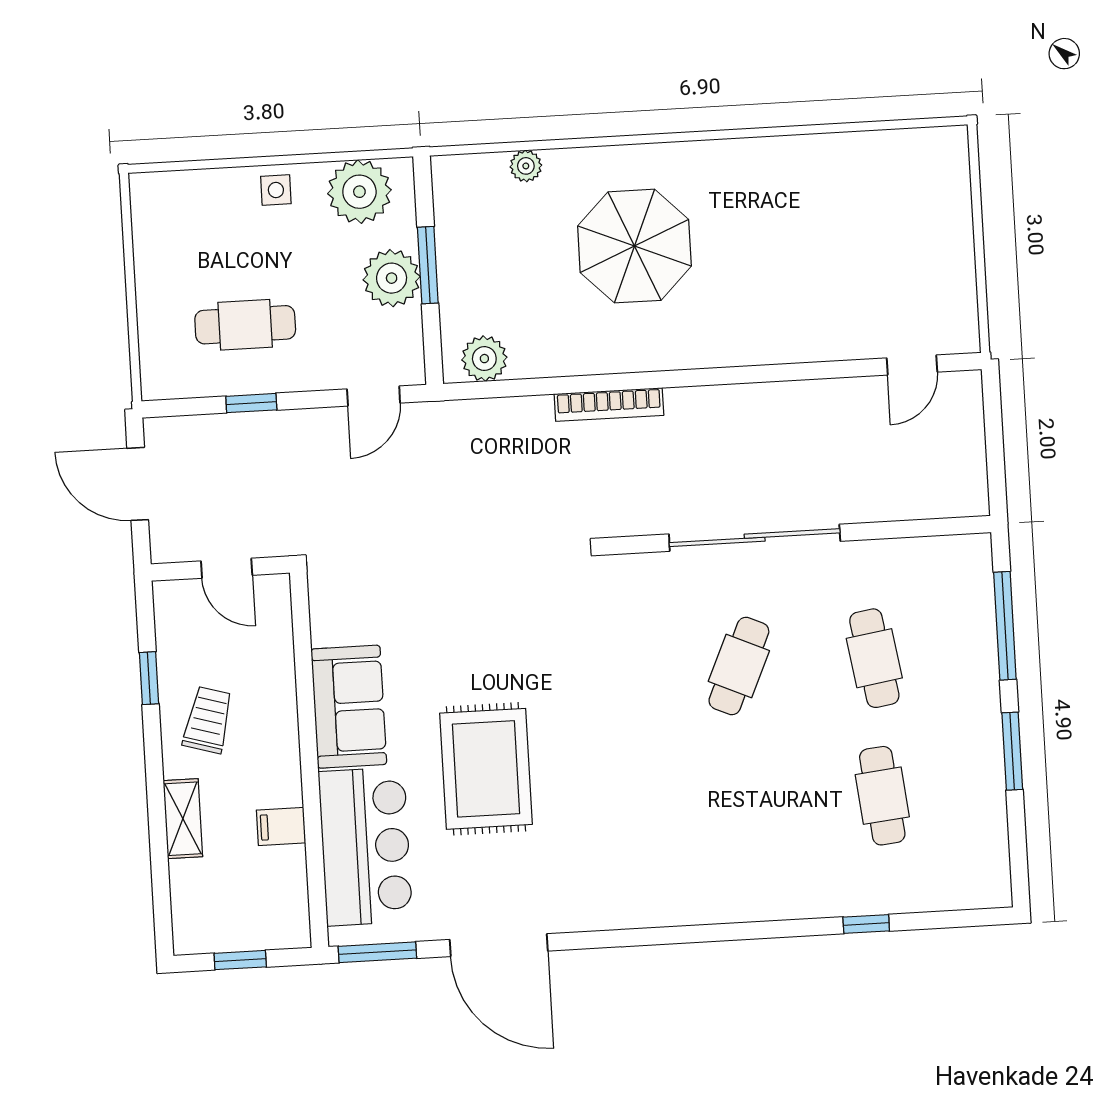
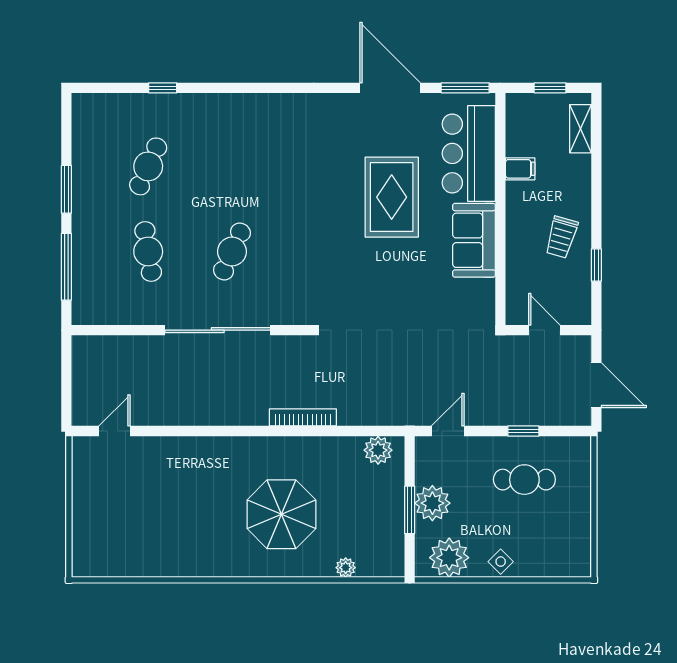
side table: (276, 190) -> (501, 562), turned 45
cafe table: (882, 796) -> (148, 166), turned 30
shelving: (183, 819) -> (580, 129), moved

